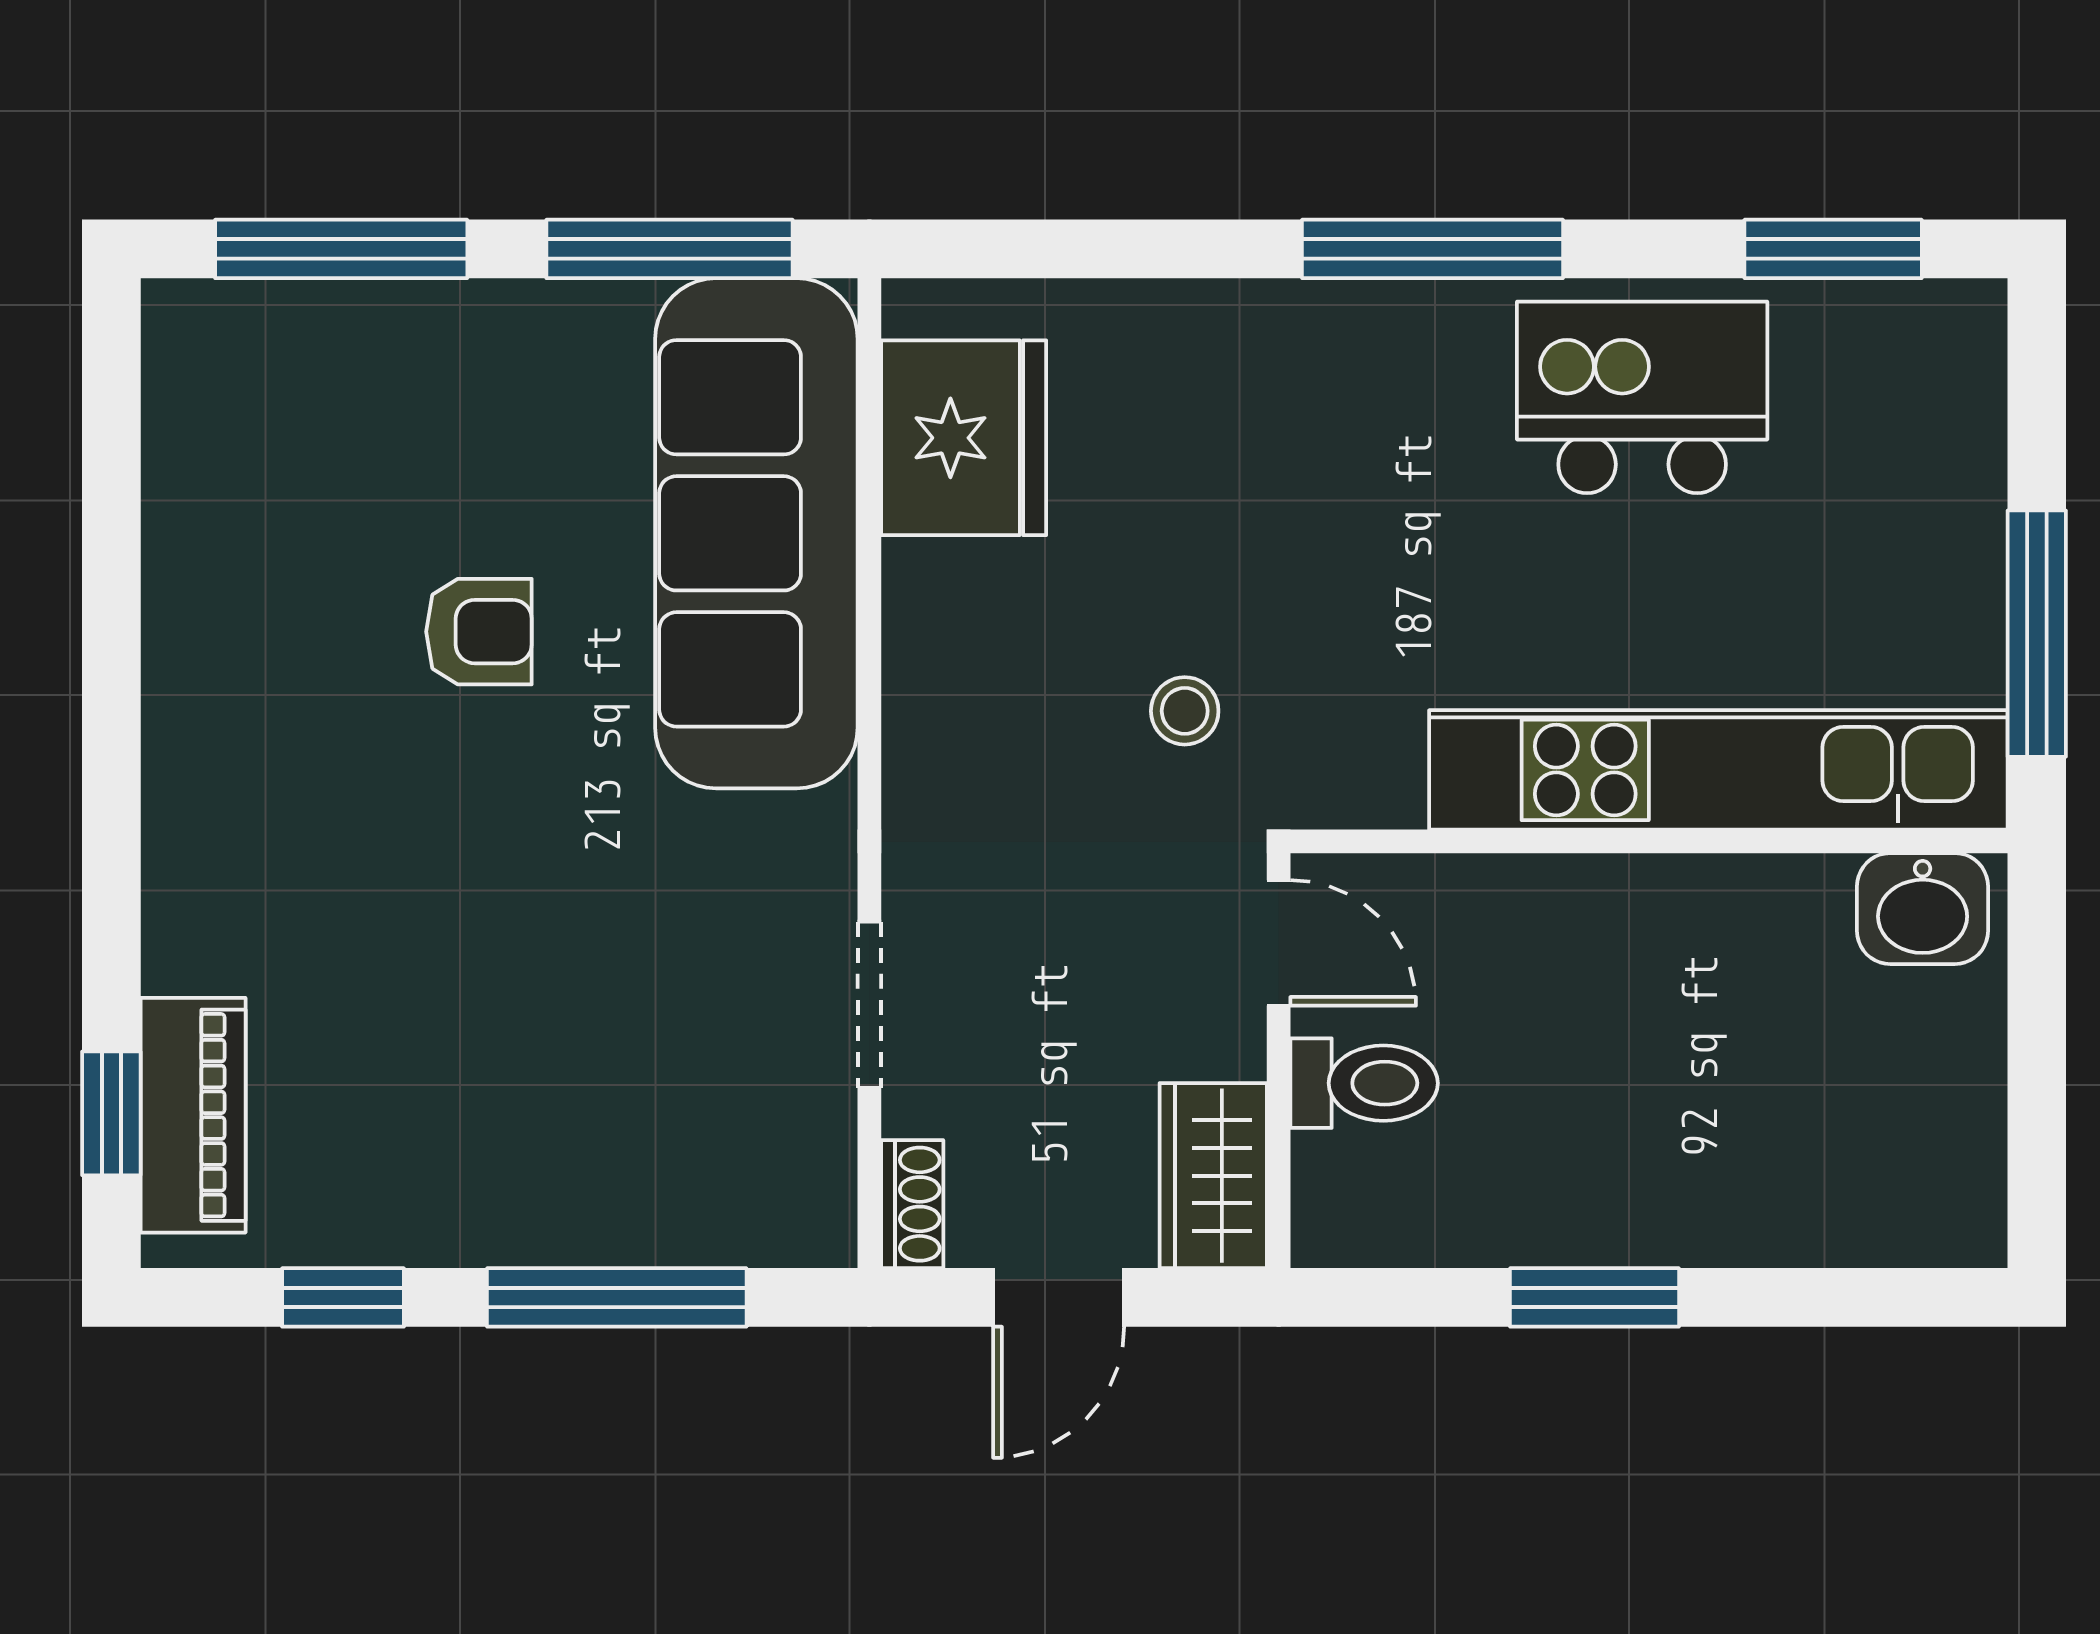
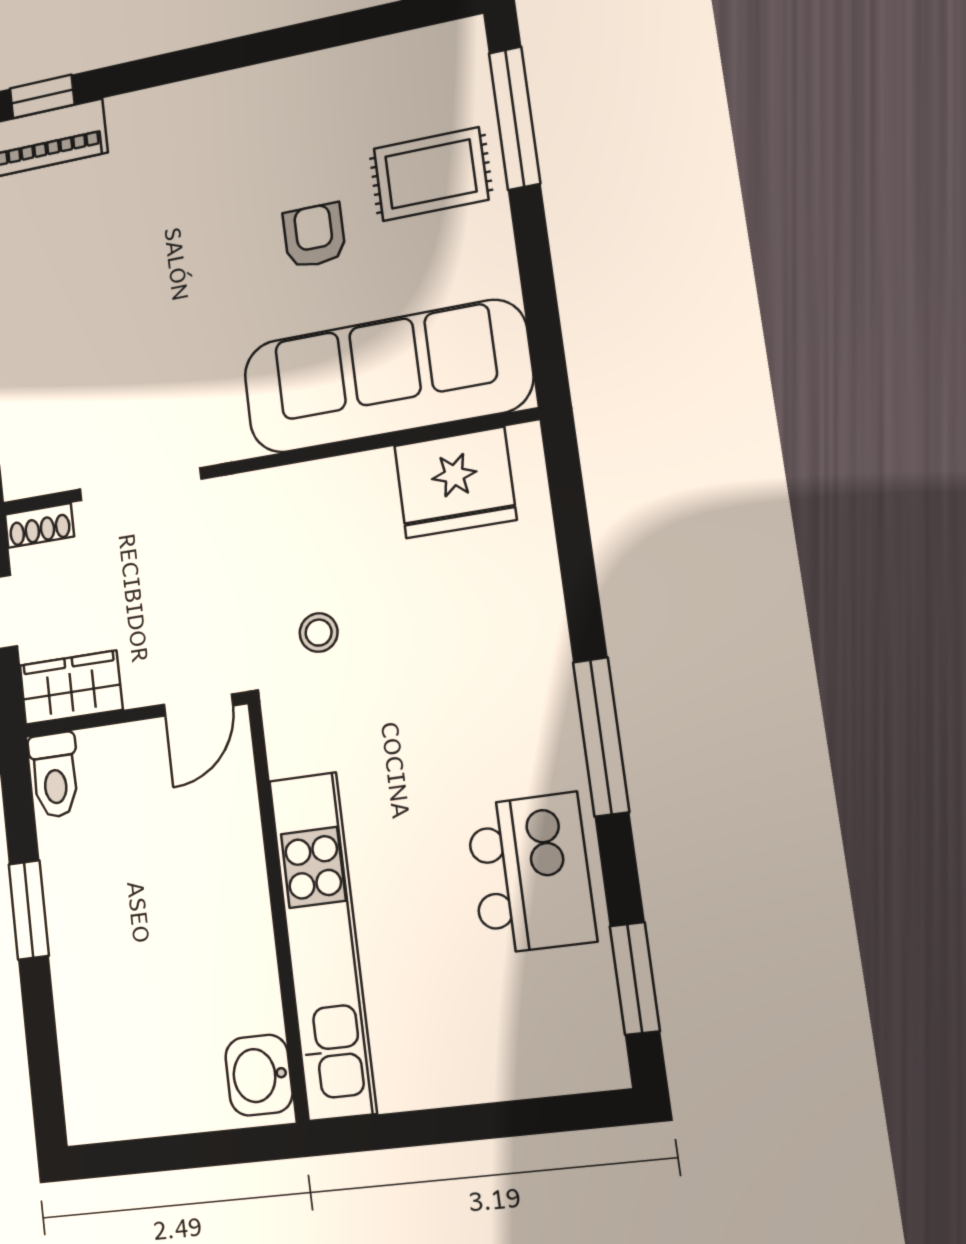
window: (670, 249) -> (540, 298), removed
rug: (410, 409) -> (431, 174), added
armchair: (479, 632) -> (314, 236), turned 180
window: (2037, 634) -> (423, 1127), removed
doorway: (869, 1005) -> (140, 484), width x1.38
toilet: (1364, 1083) -> (55, 775), moved

